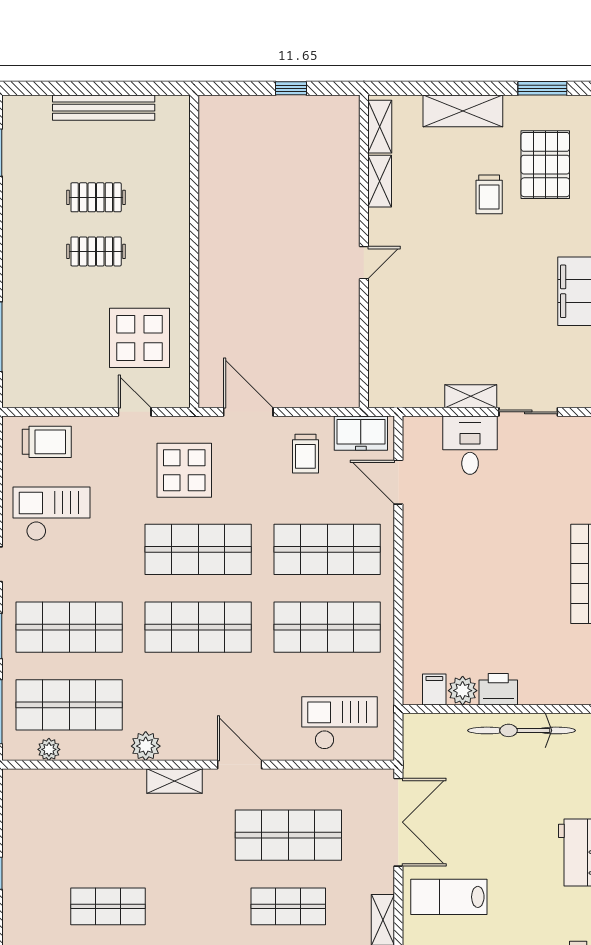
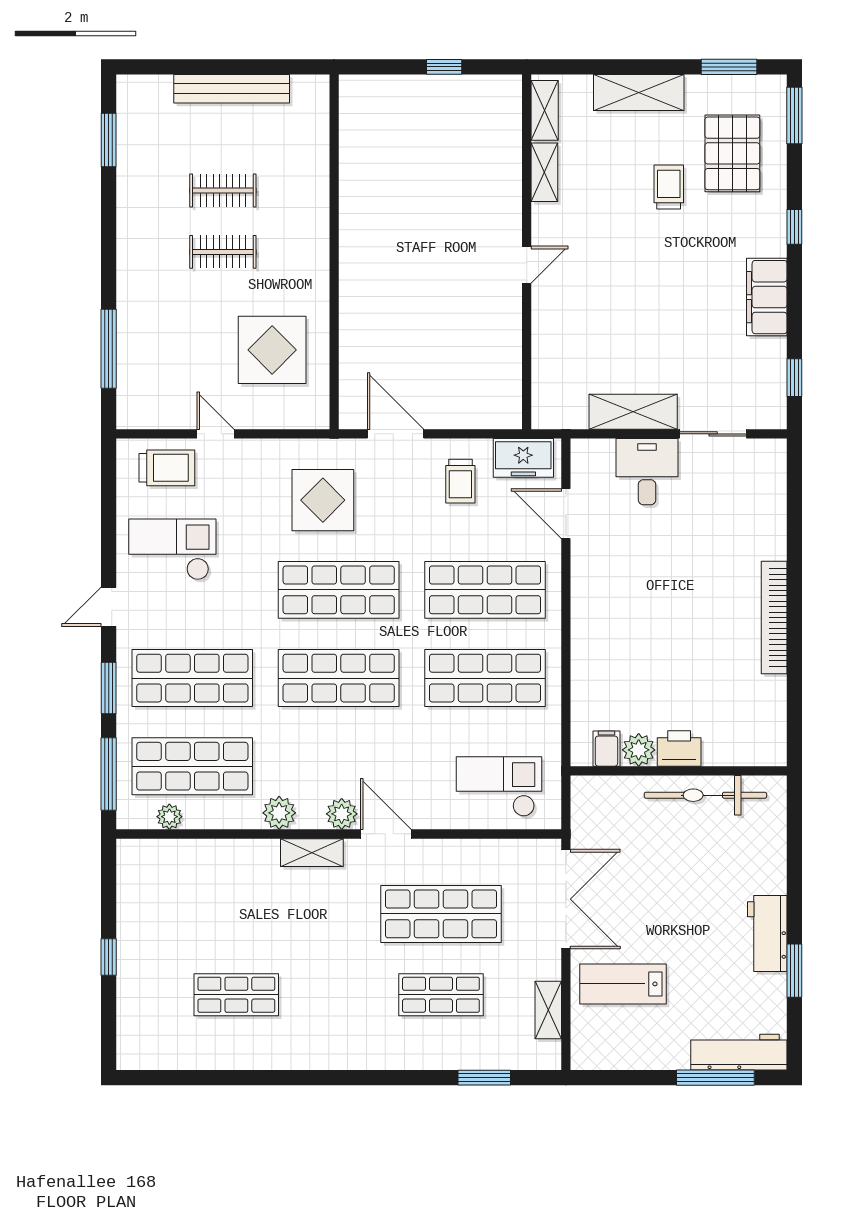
trolley: (489, 194) -> (669, 187), turned 180
shelving: (471, 396) -> (633, 412), width x1.50, depth x1.33
door: (135, 412) -> (216, 434), moved
plant: (201, 747) -> (342, 814), added

